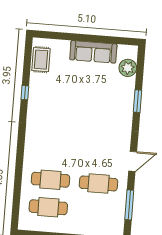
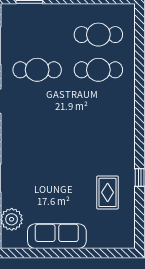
rug: (41, 60) -> (108, 192), moved

